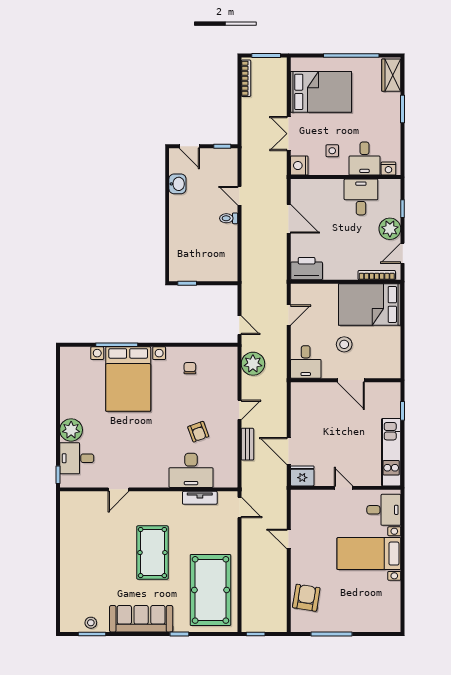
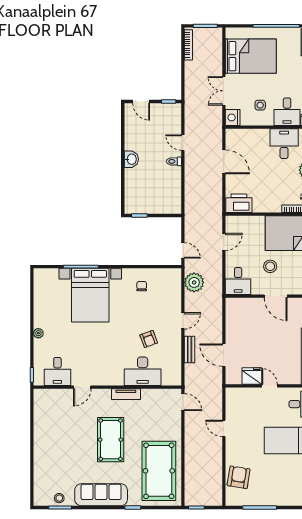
washbasin: (177, 184) -> (131, 159), moved
plant: (71, 430) -> (38, 333), width x0.53, depth x0.53
desk: (77, 458) -> (57, 371), moved, turned -90
fridge: (302, 476) -> (252, 376), moved
tv unit: (200, 498) -> (126, 394), moved

